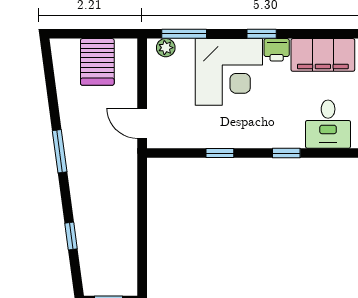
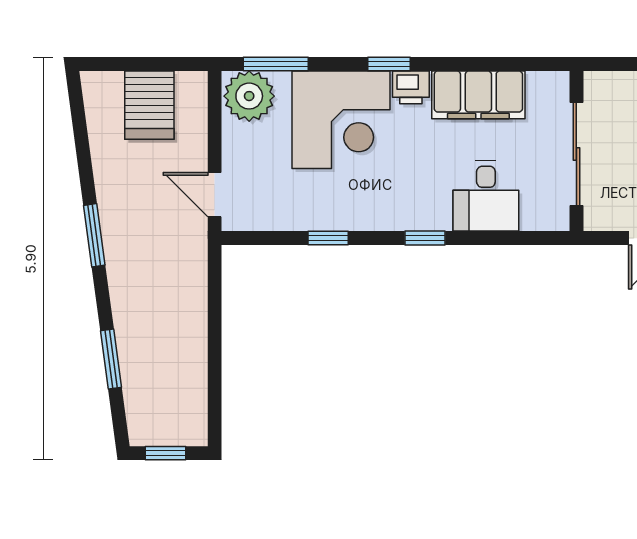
plant: (166, 48) -> (249, 96), width x1.88, depth x1.88
window: (71, 236) -> (111, 359), width x1.50

